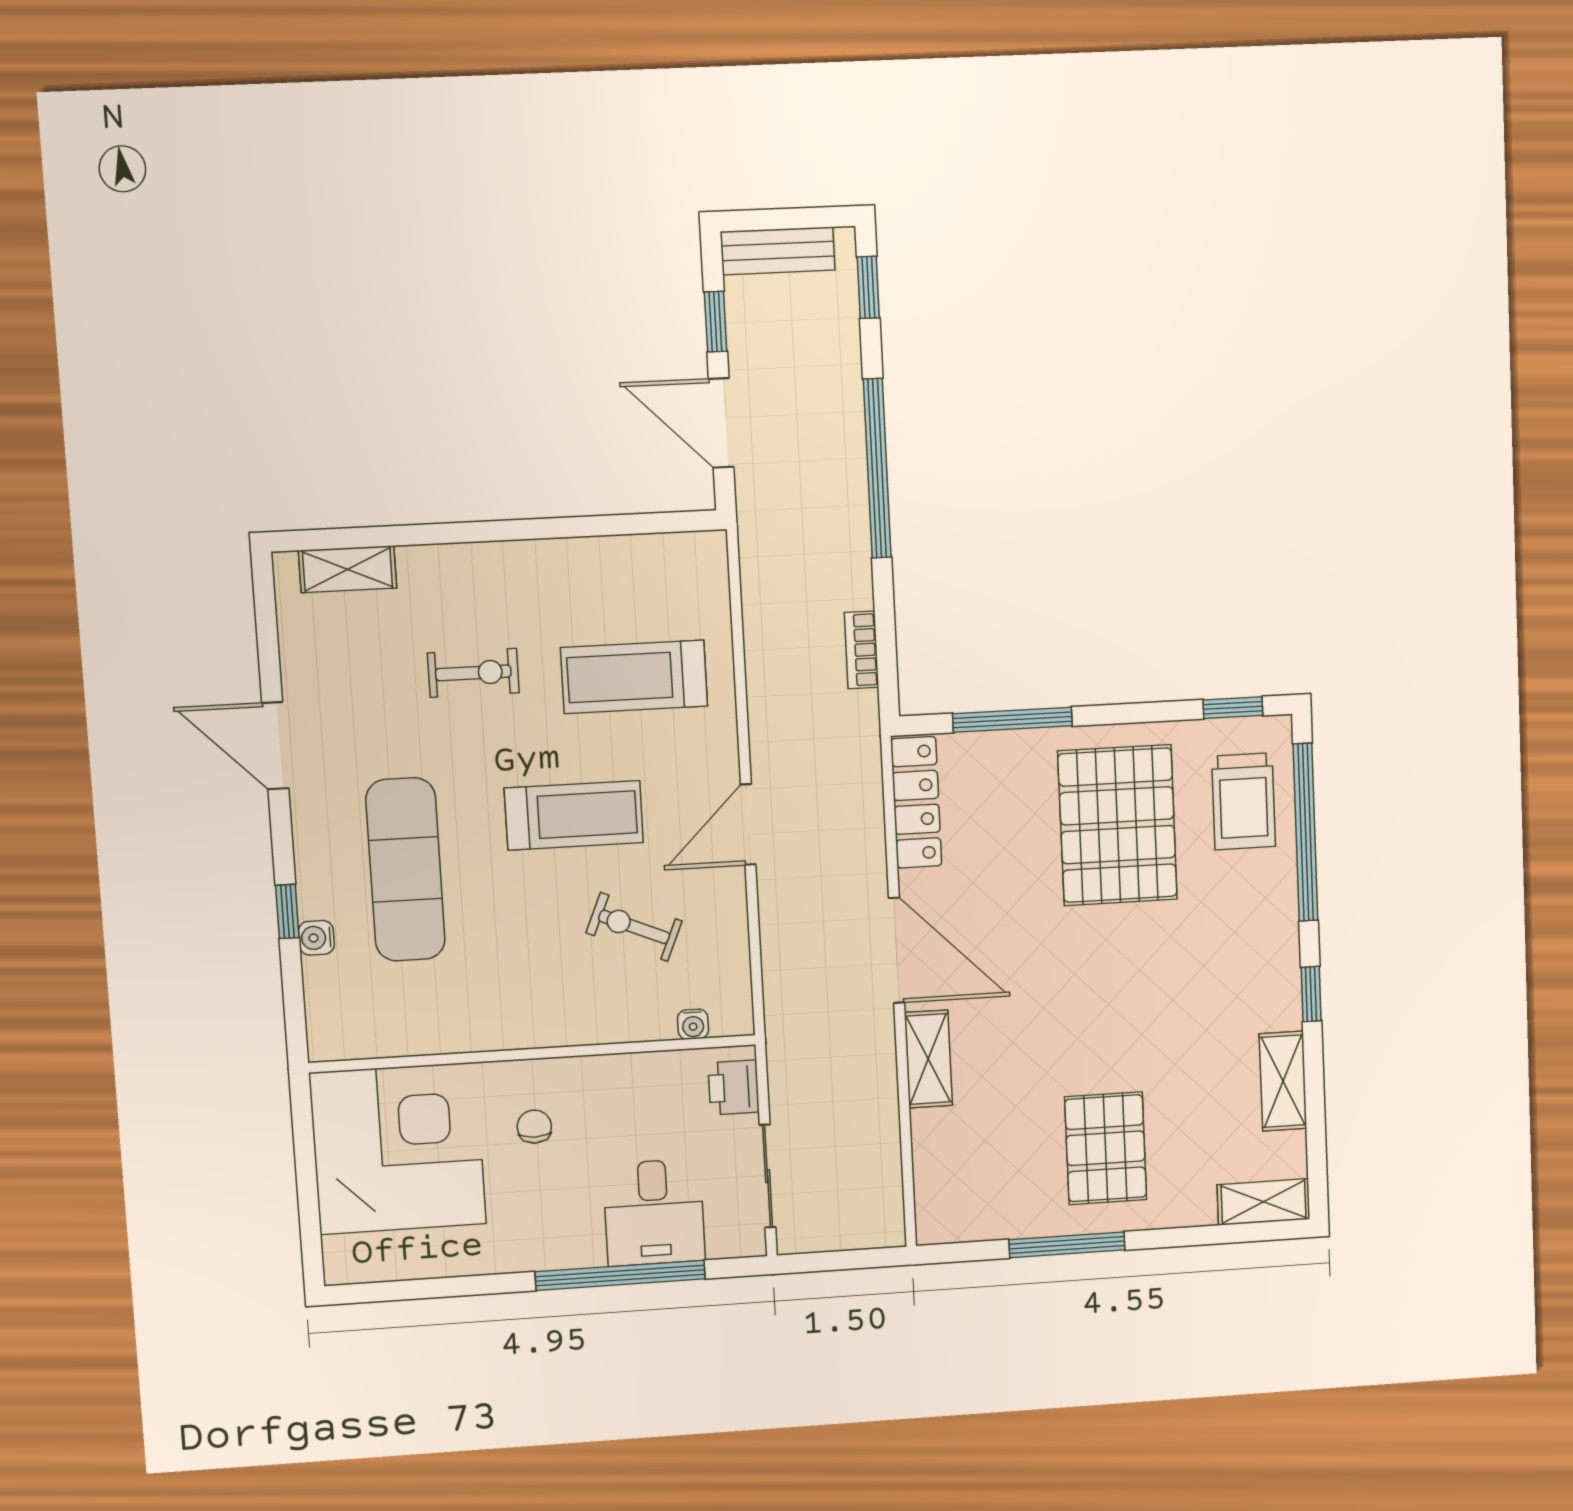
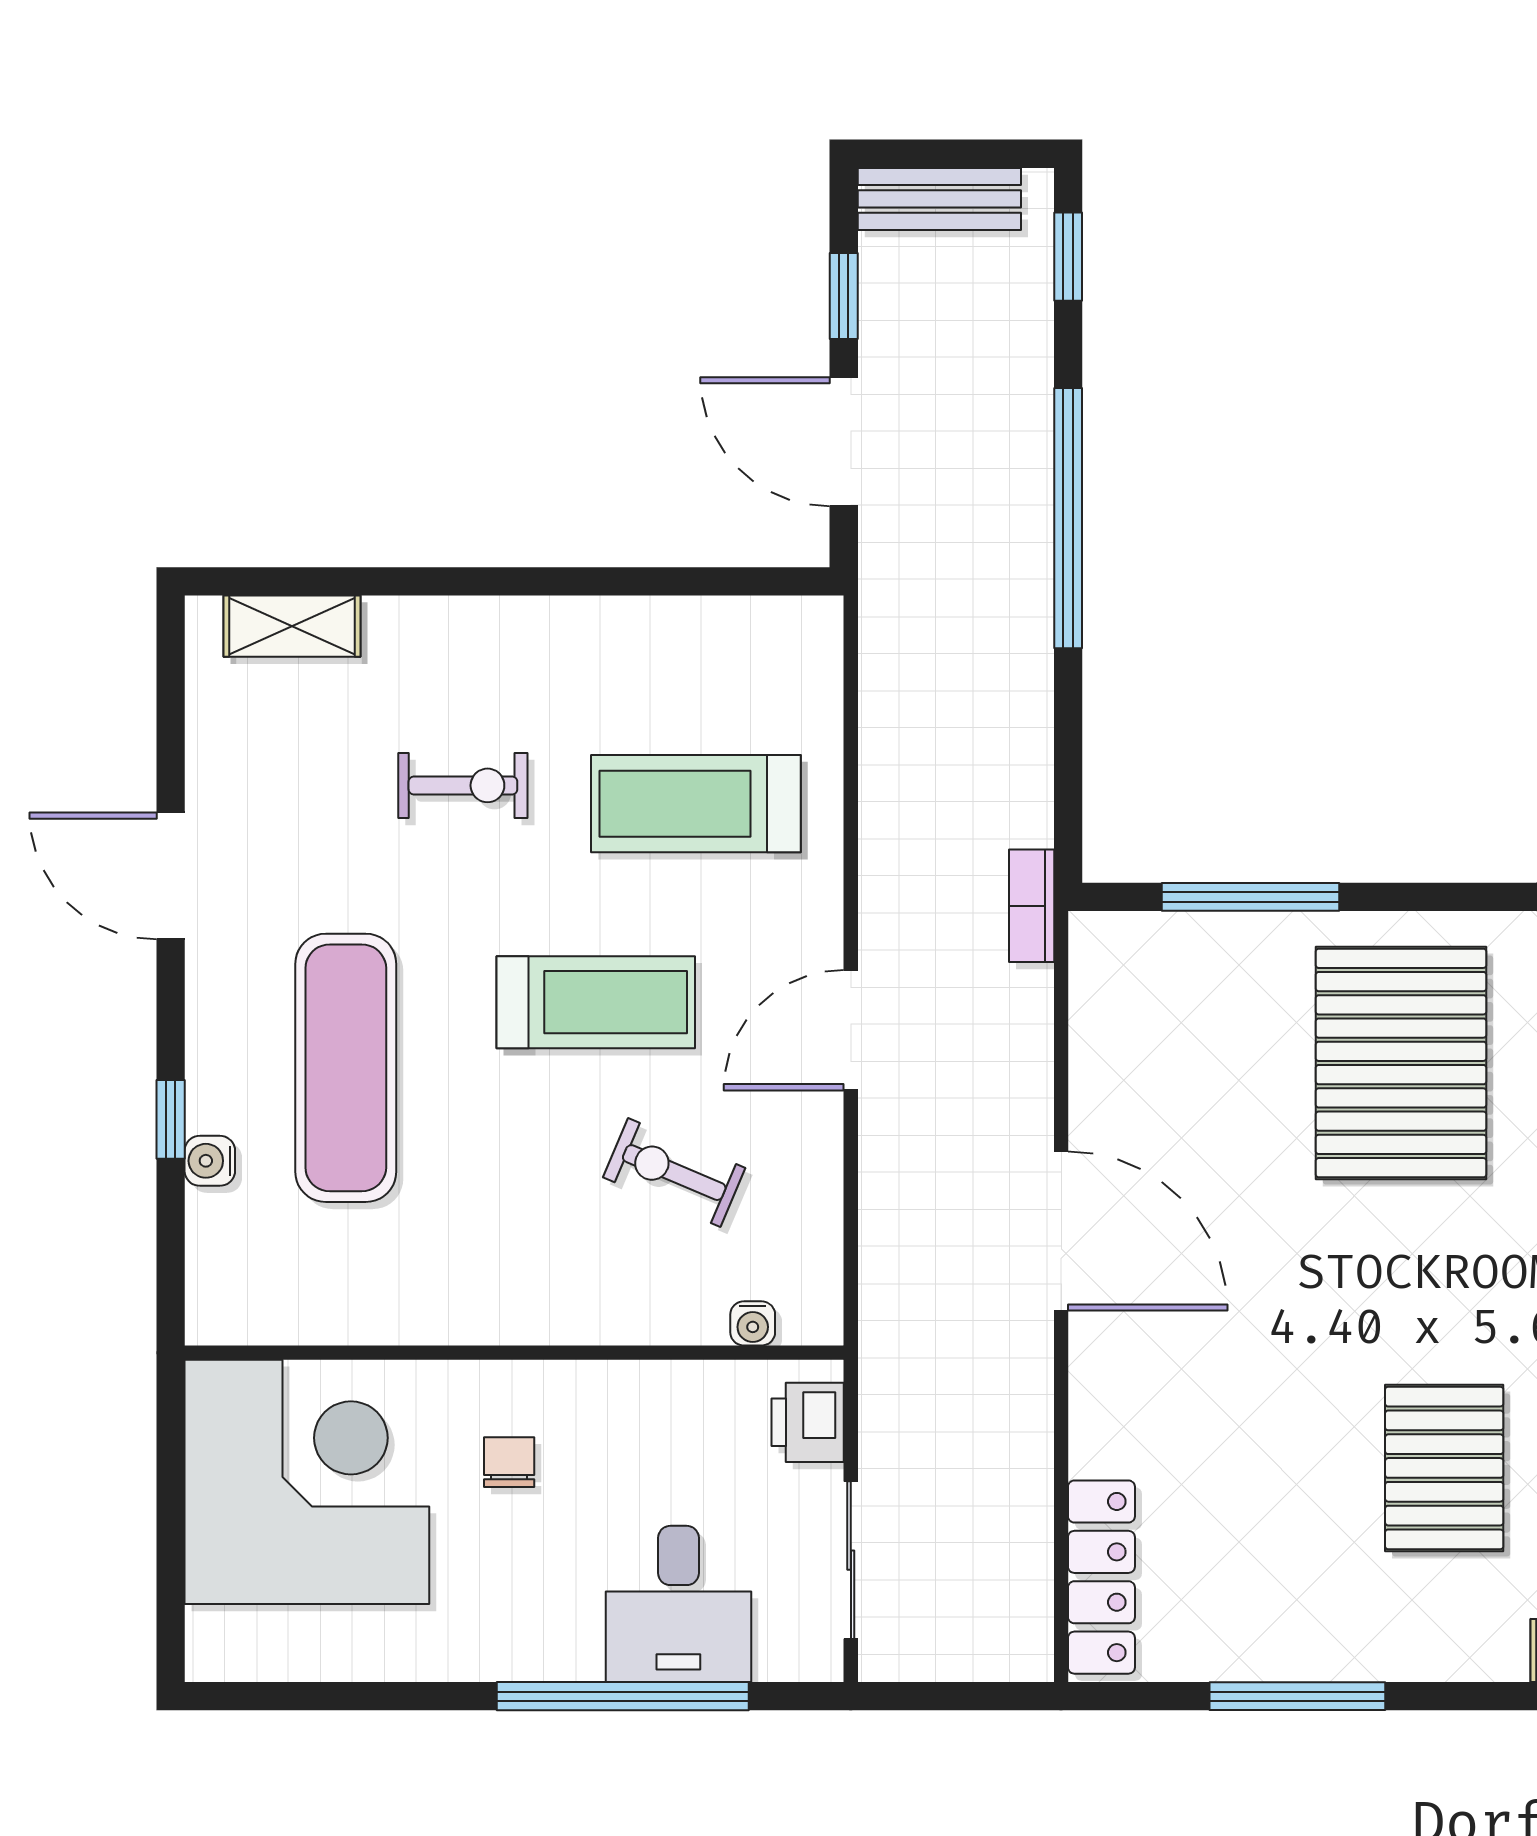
bookcase: (861, 650) -> (1032, 906), moved
locker: (916, 802) -> (1101, 1577), moved
shelving: (928, 1059) -> (1101, 1398), removed
pallet: (1106, 1148) -> (1444, 1468), moved

